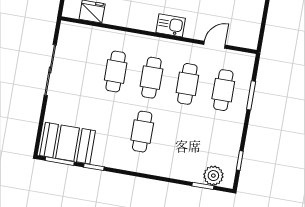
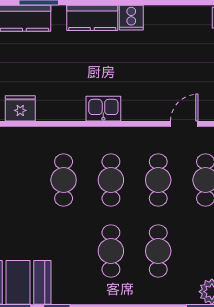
kitchen sink: (171, 25) -> (103, 109), moved
cafe table: (178, 138) -> (158, 251), added

